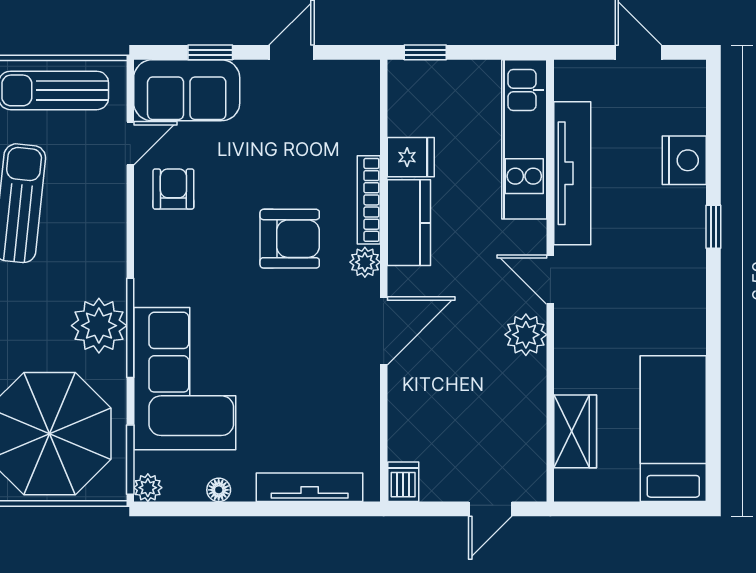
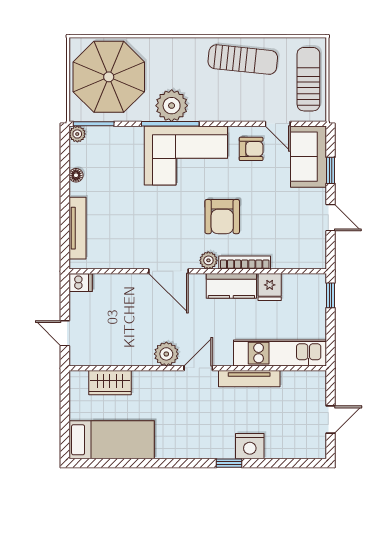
nightstand: (684, 160) -> (250, 446), moved
tv unit: (572, 173) -> (249, 379), width x0.73, depth x0.78
corner sofa: (185, 379) -> (186, 155), moved

